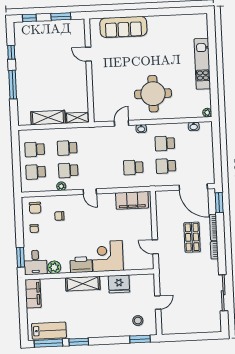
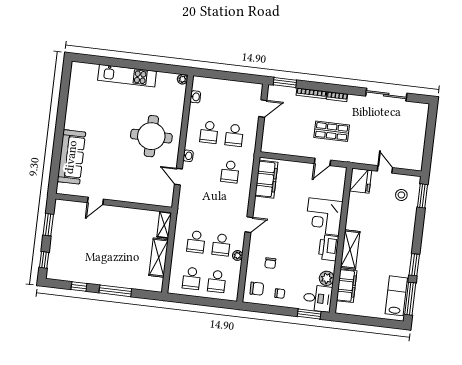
door: (193, 187) -> (263, 109), width x0.53
shop shelf: (192, 237) -> (332, 131), moved
fridge: (119, 284) -> (361, 181), moved
filing cabinet: (33, 294) -> (347, 286), moved, turned 90

